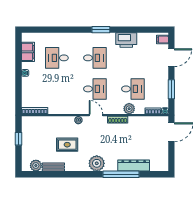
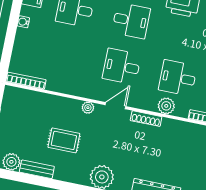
desk: (95, 89) -> (122, 66), turned 180
desk: (133, 89) -> (178, 78), turned 180
door: (96, 115) -> (115, 106), hinge flipped

